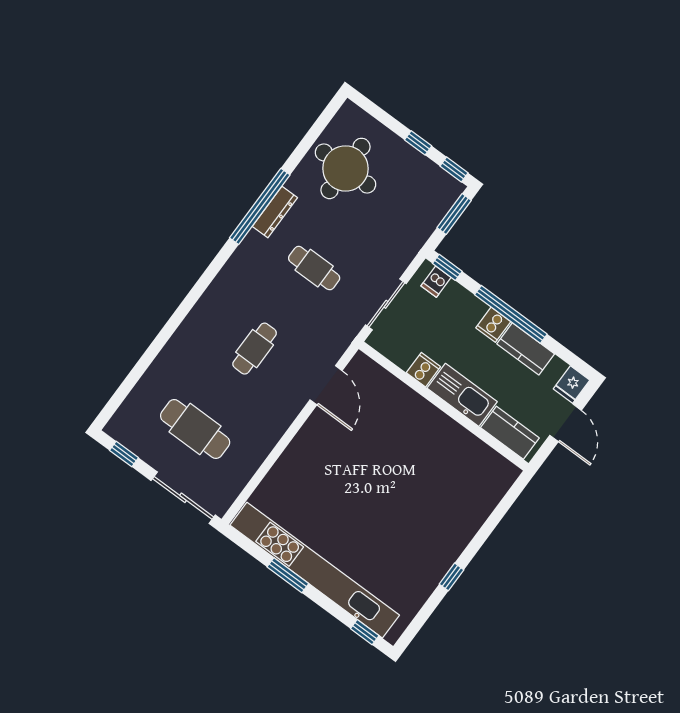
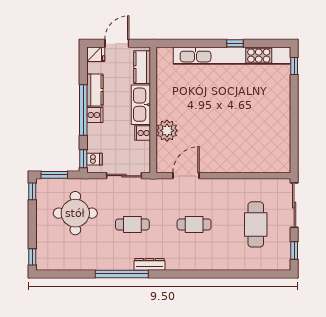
window: (418, 143) -> (32, 257), moved
round table: (345, 168) -> (75, 213), moved
dresser: (275, 212) -> (149, 264), moved
cafe table: (314, 268) -> (132, 224), turned 90
plant: (403, 404) -> (167, 131), added
kitchen unit: (315, 570) -> (232, 56), moved, turned -90
window: (288, 575) -> (294, 125), removed

